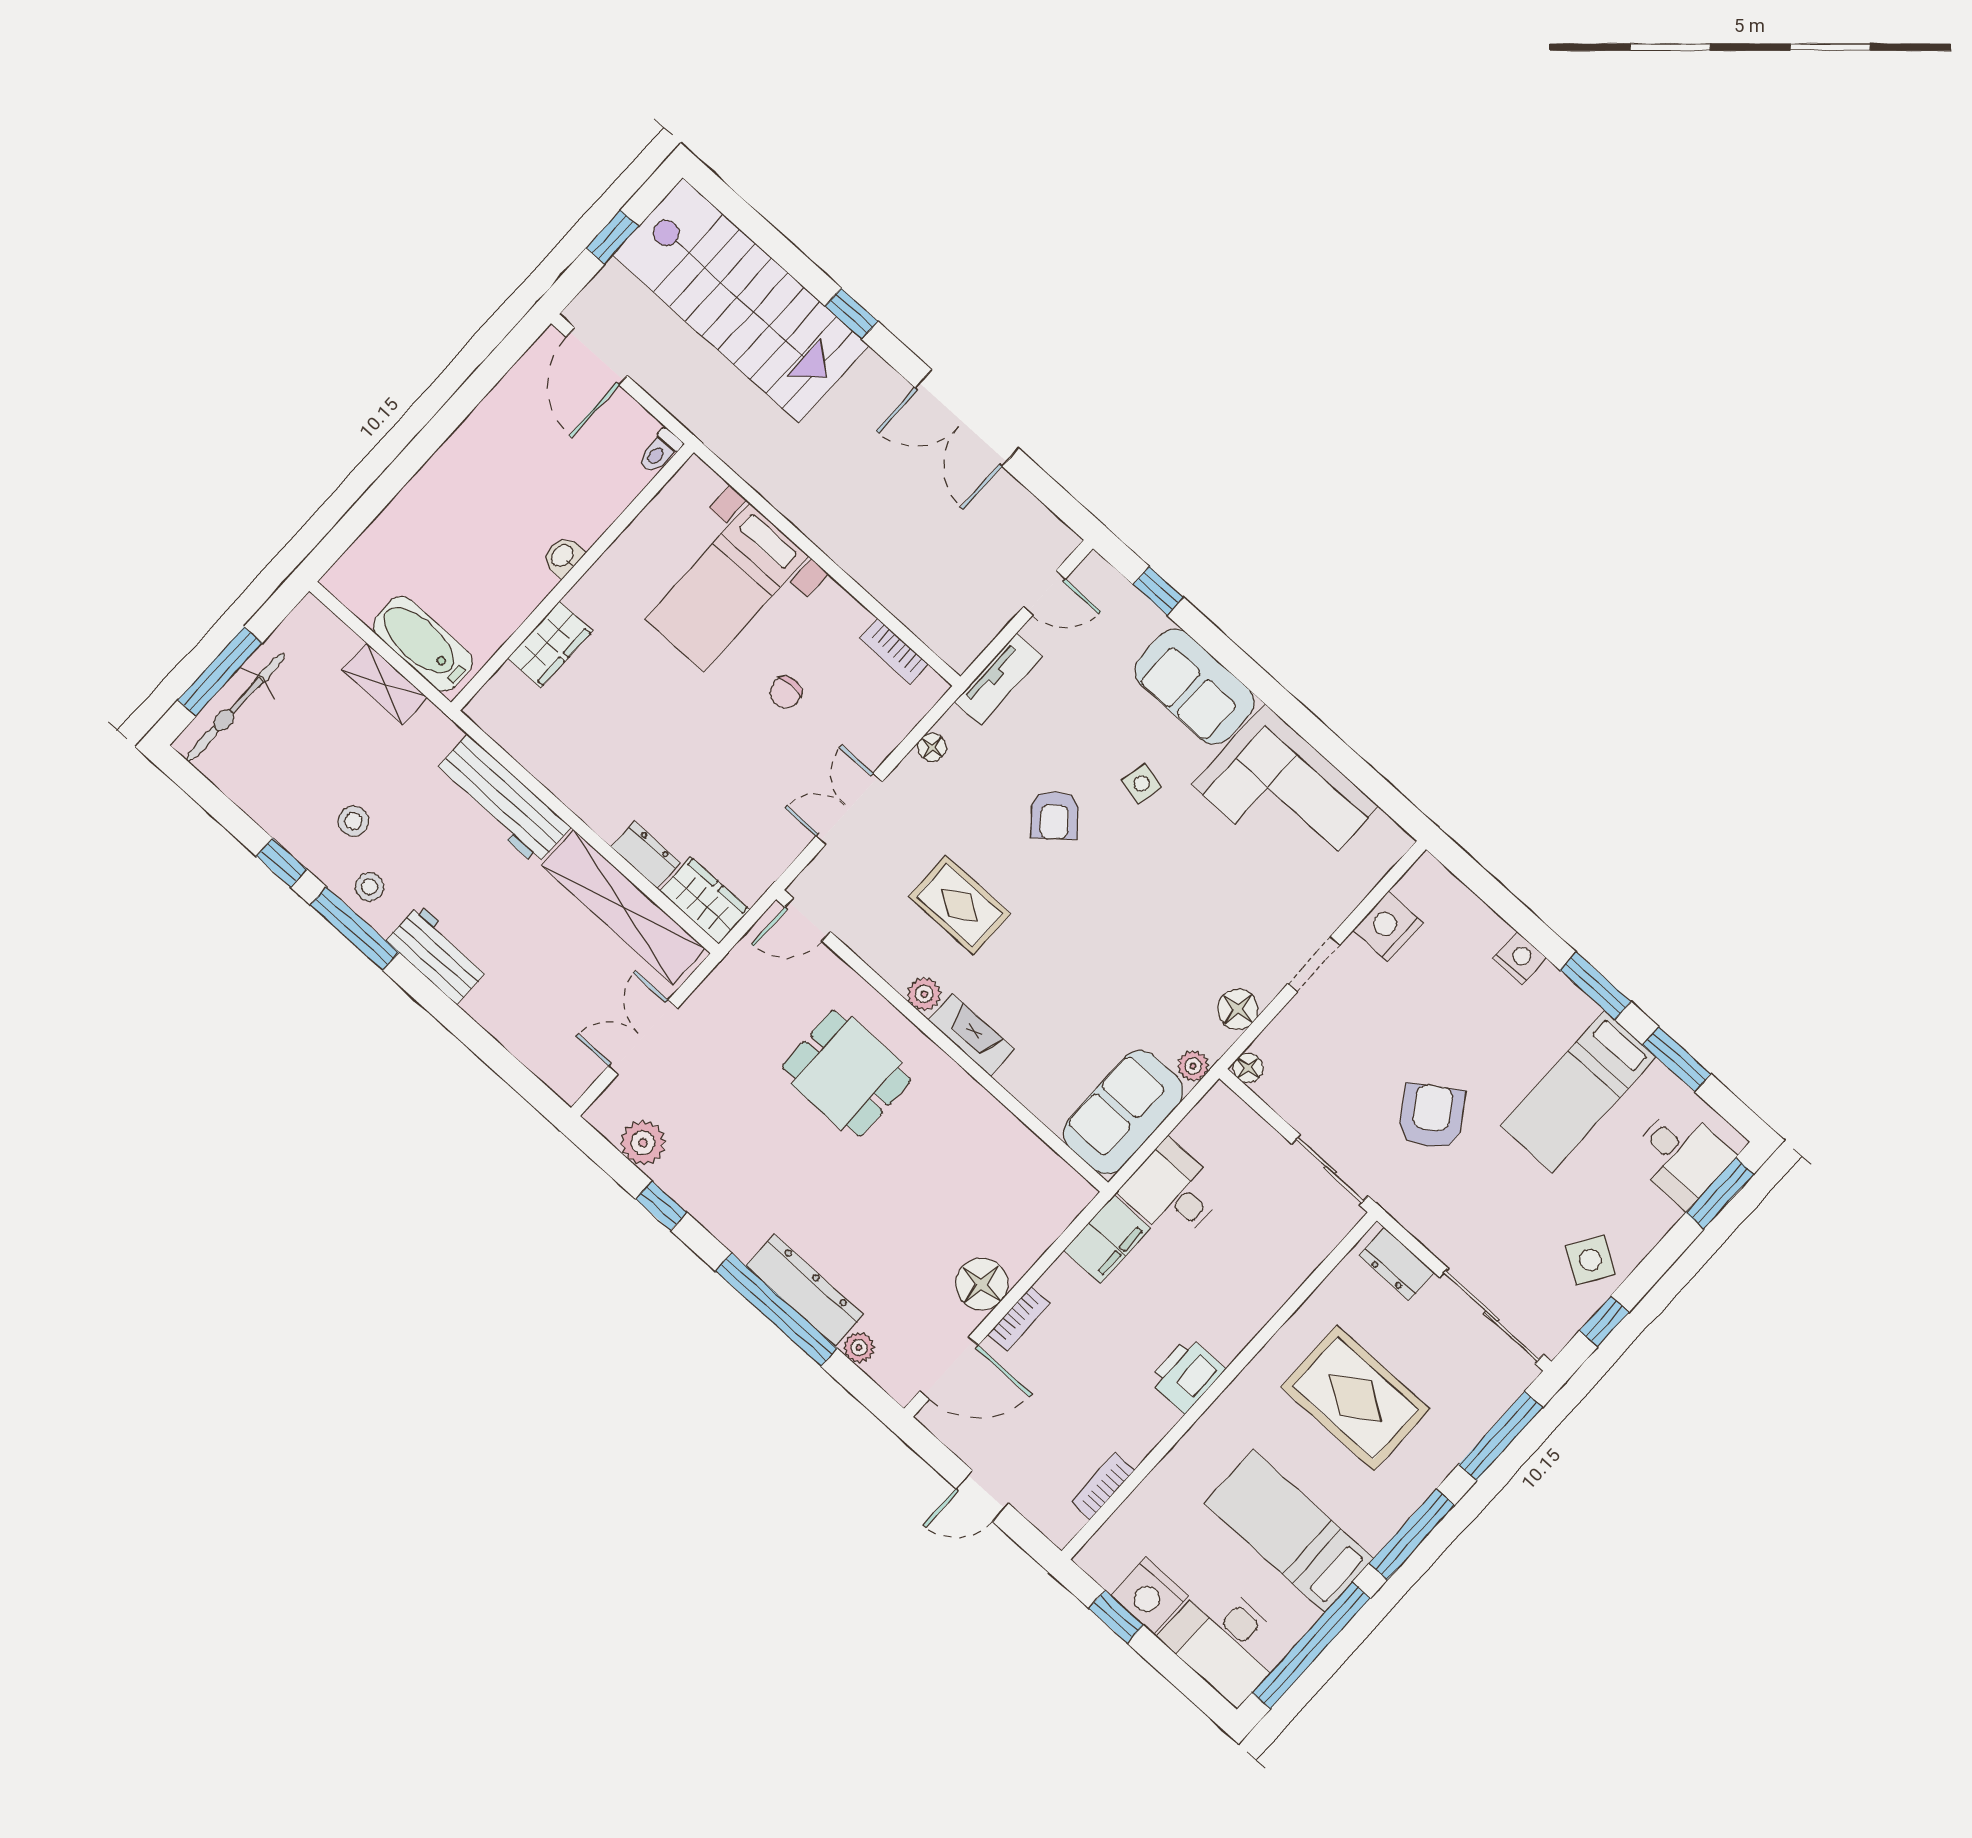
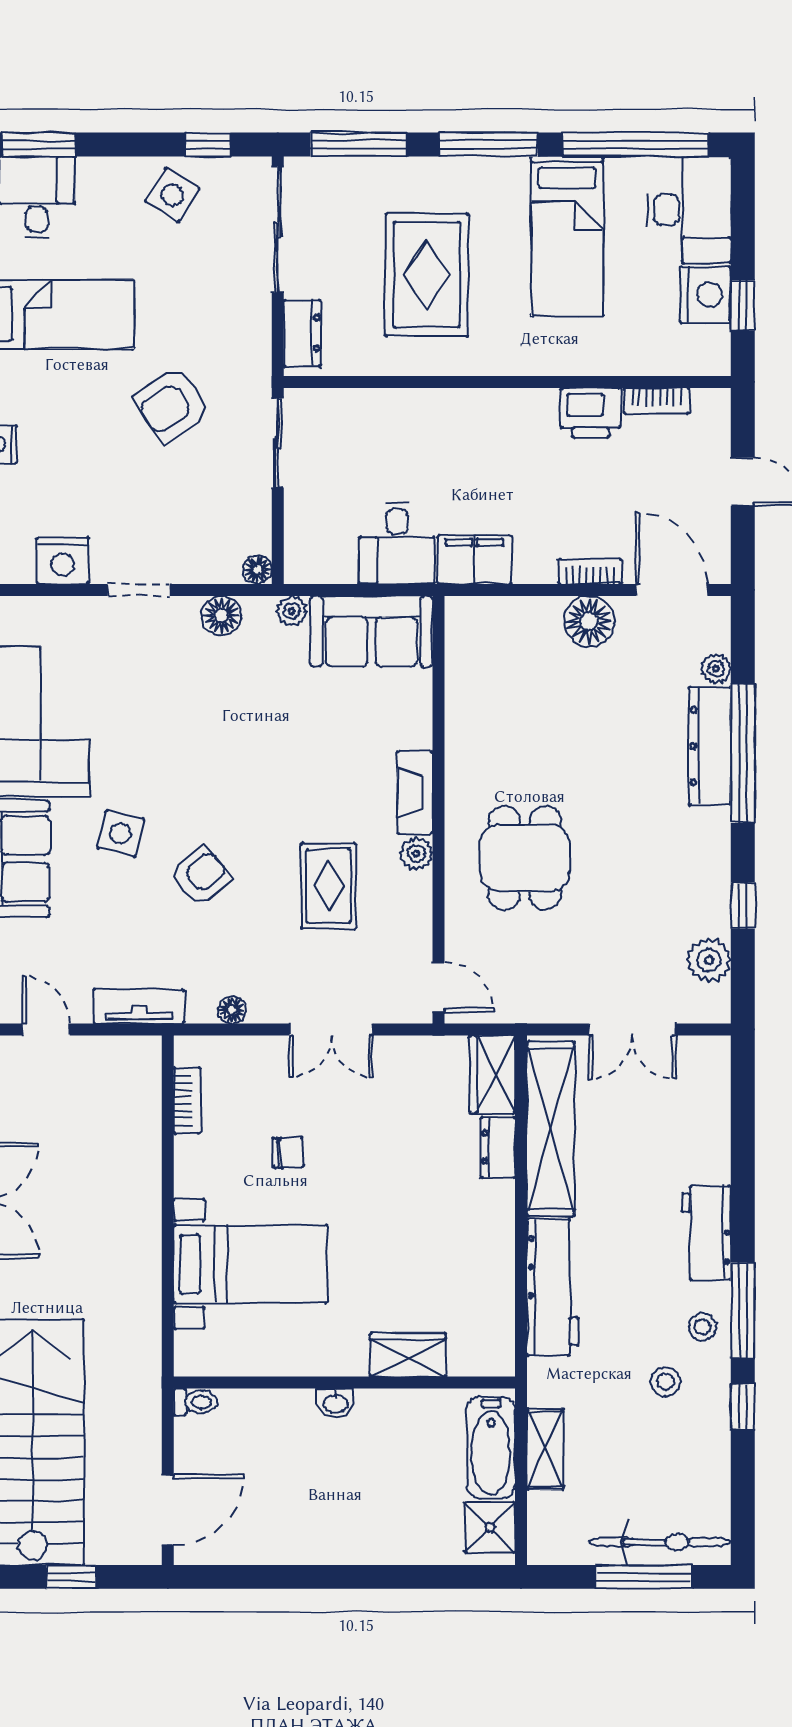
shower: (363, 588) -> (490, 1527), added
side table: (1142, 784) -> (121, 834), width x1.37, depth x1.37
printer: (1187, 1375) -> (590, 413), moved

